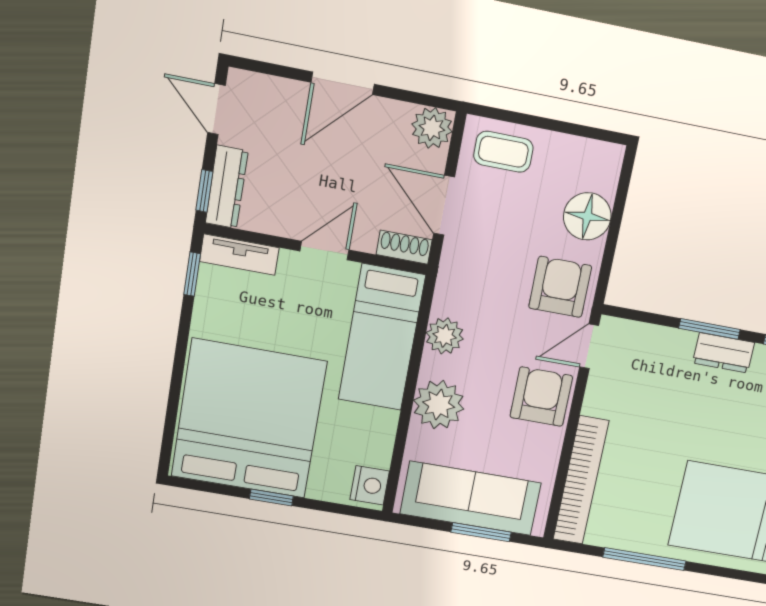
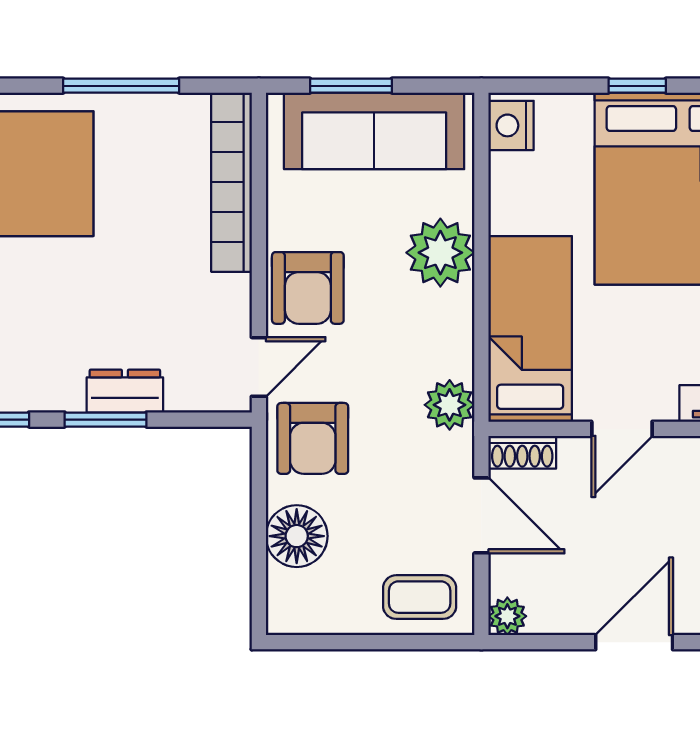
plant: (432, 128) -> (507, 616), width x0.73, depth x0.73
plant: (445, 336) -> (450, 405), moved
dresser: (724, 353) -> (125, 391), moved

